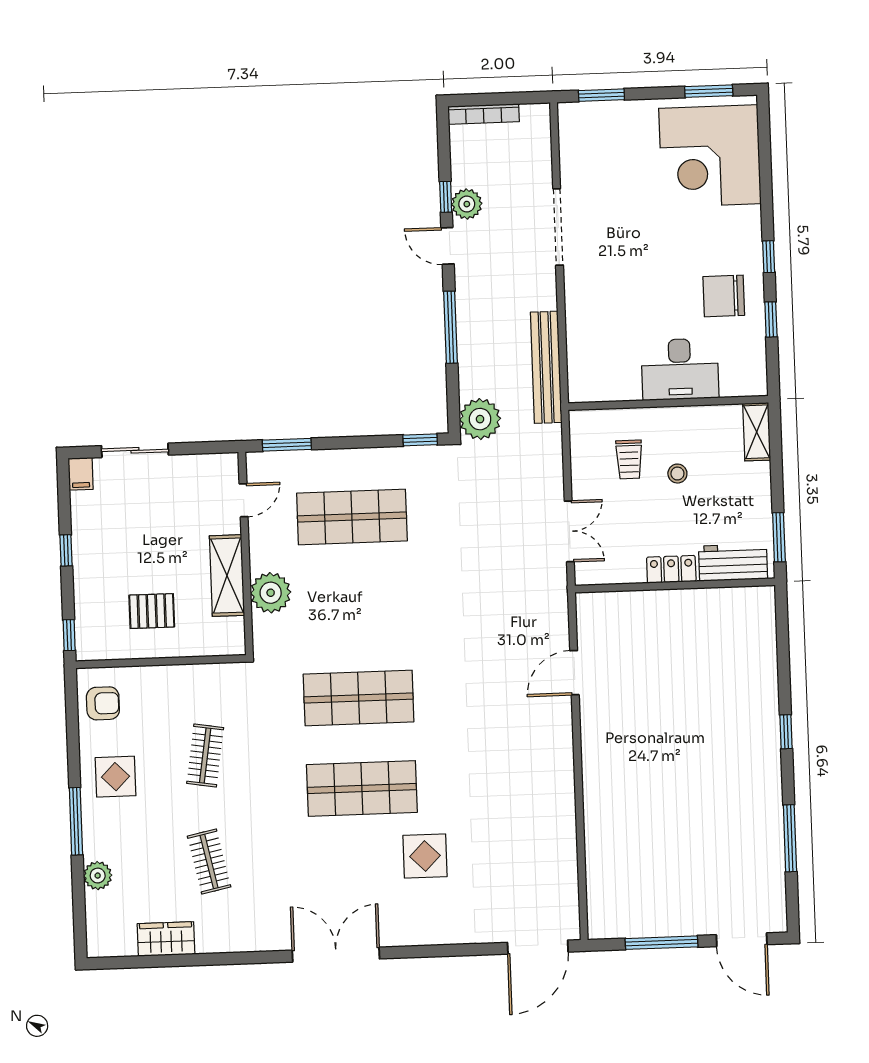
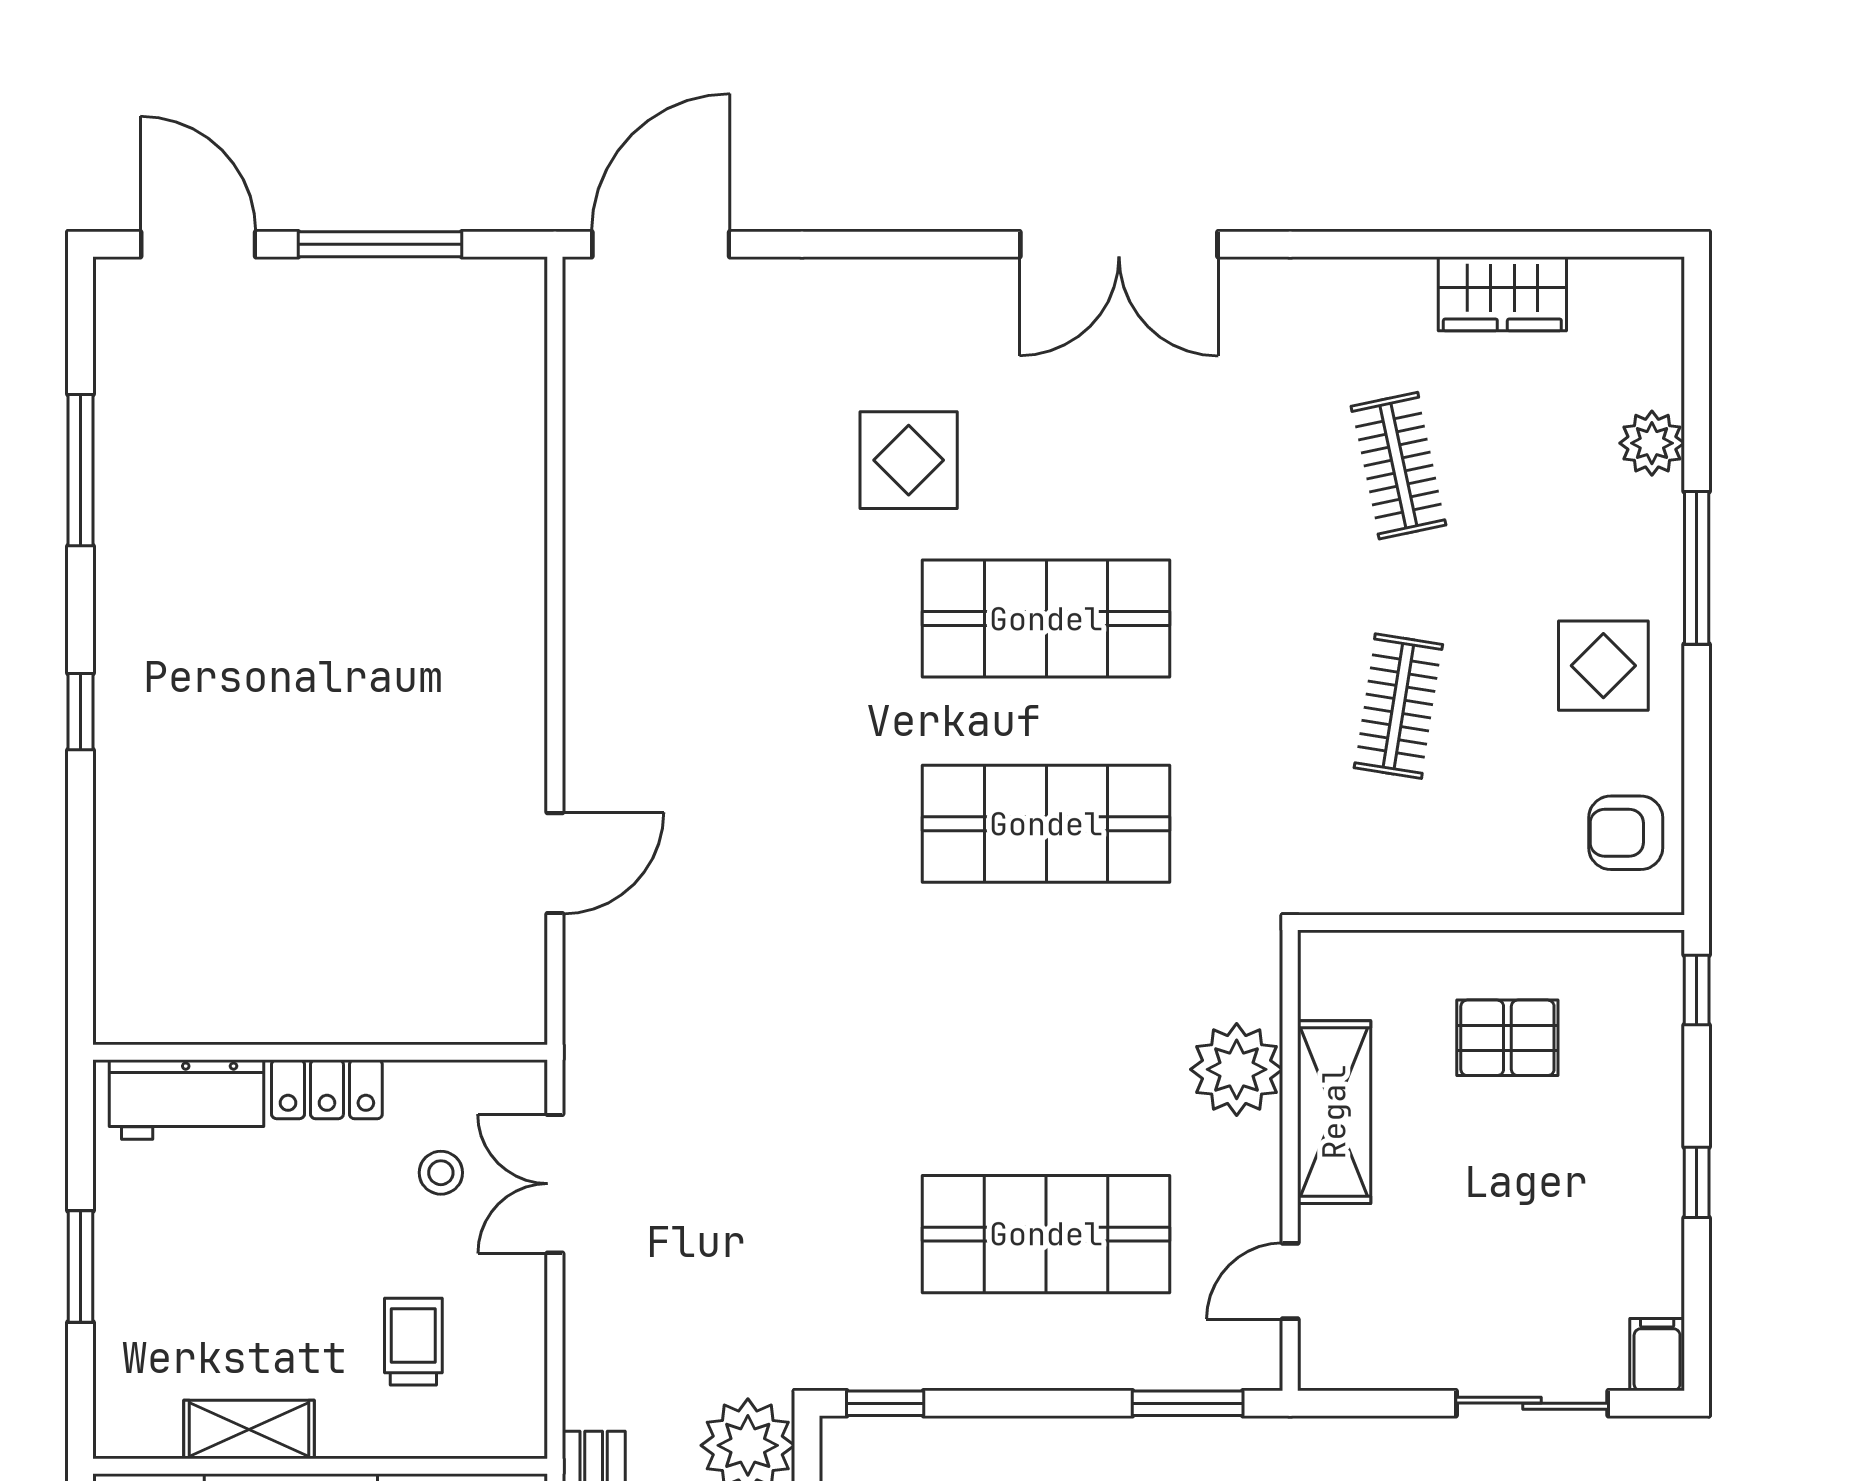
shelving: (757, 432) -> (249, 1430), moved, turned 90
stool: (677, 474) -> (441, 1173), moved
window: (779, 537) -> (80, 1266), moved

